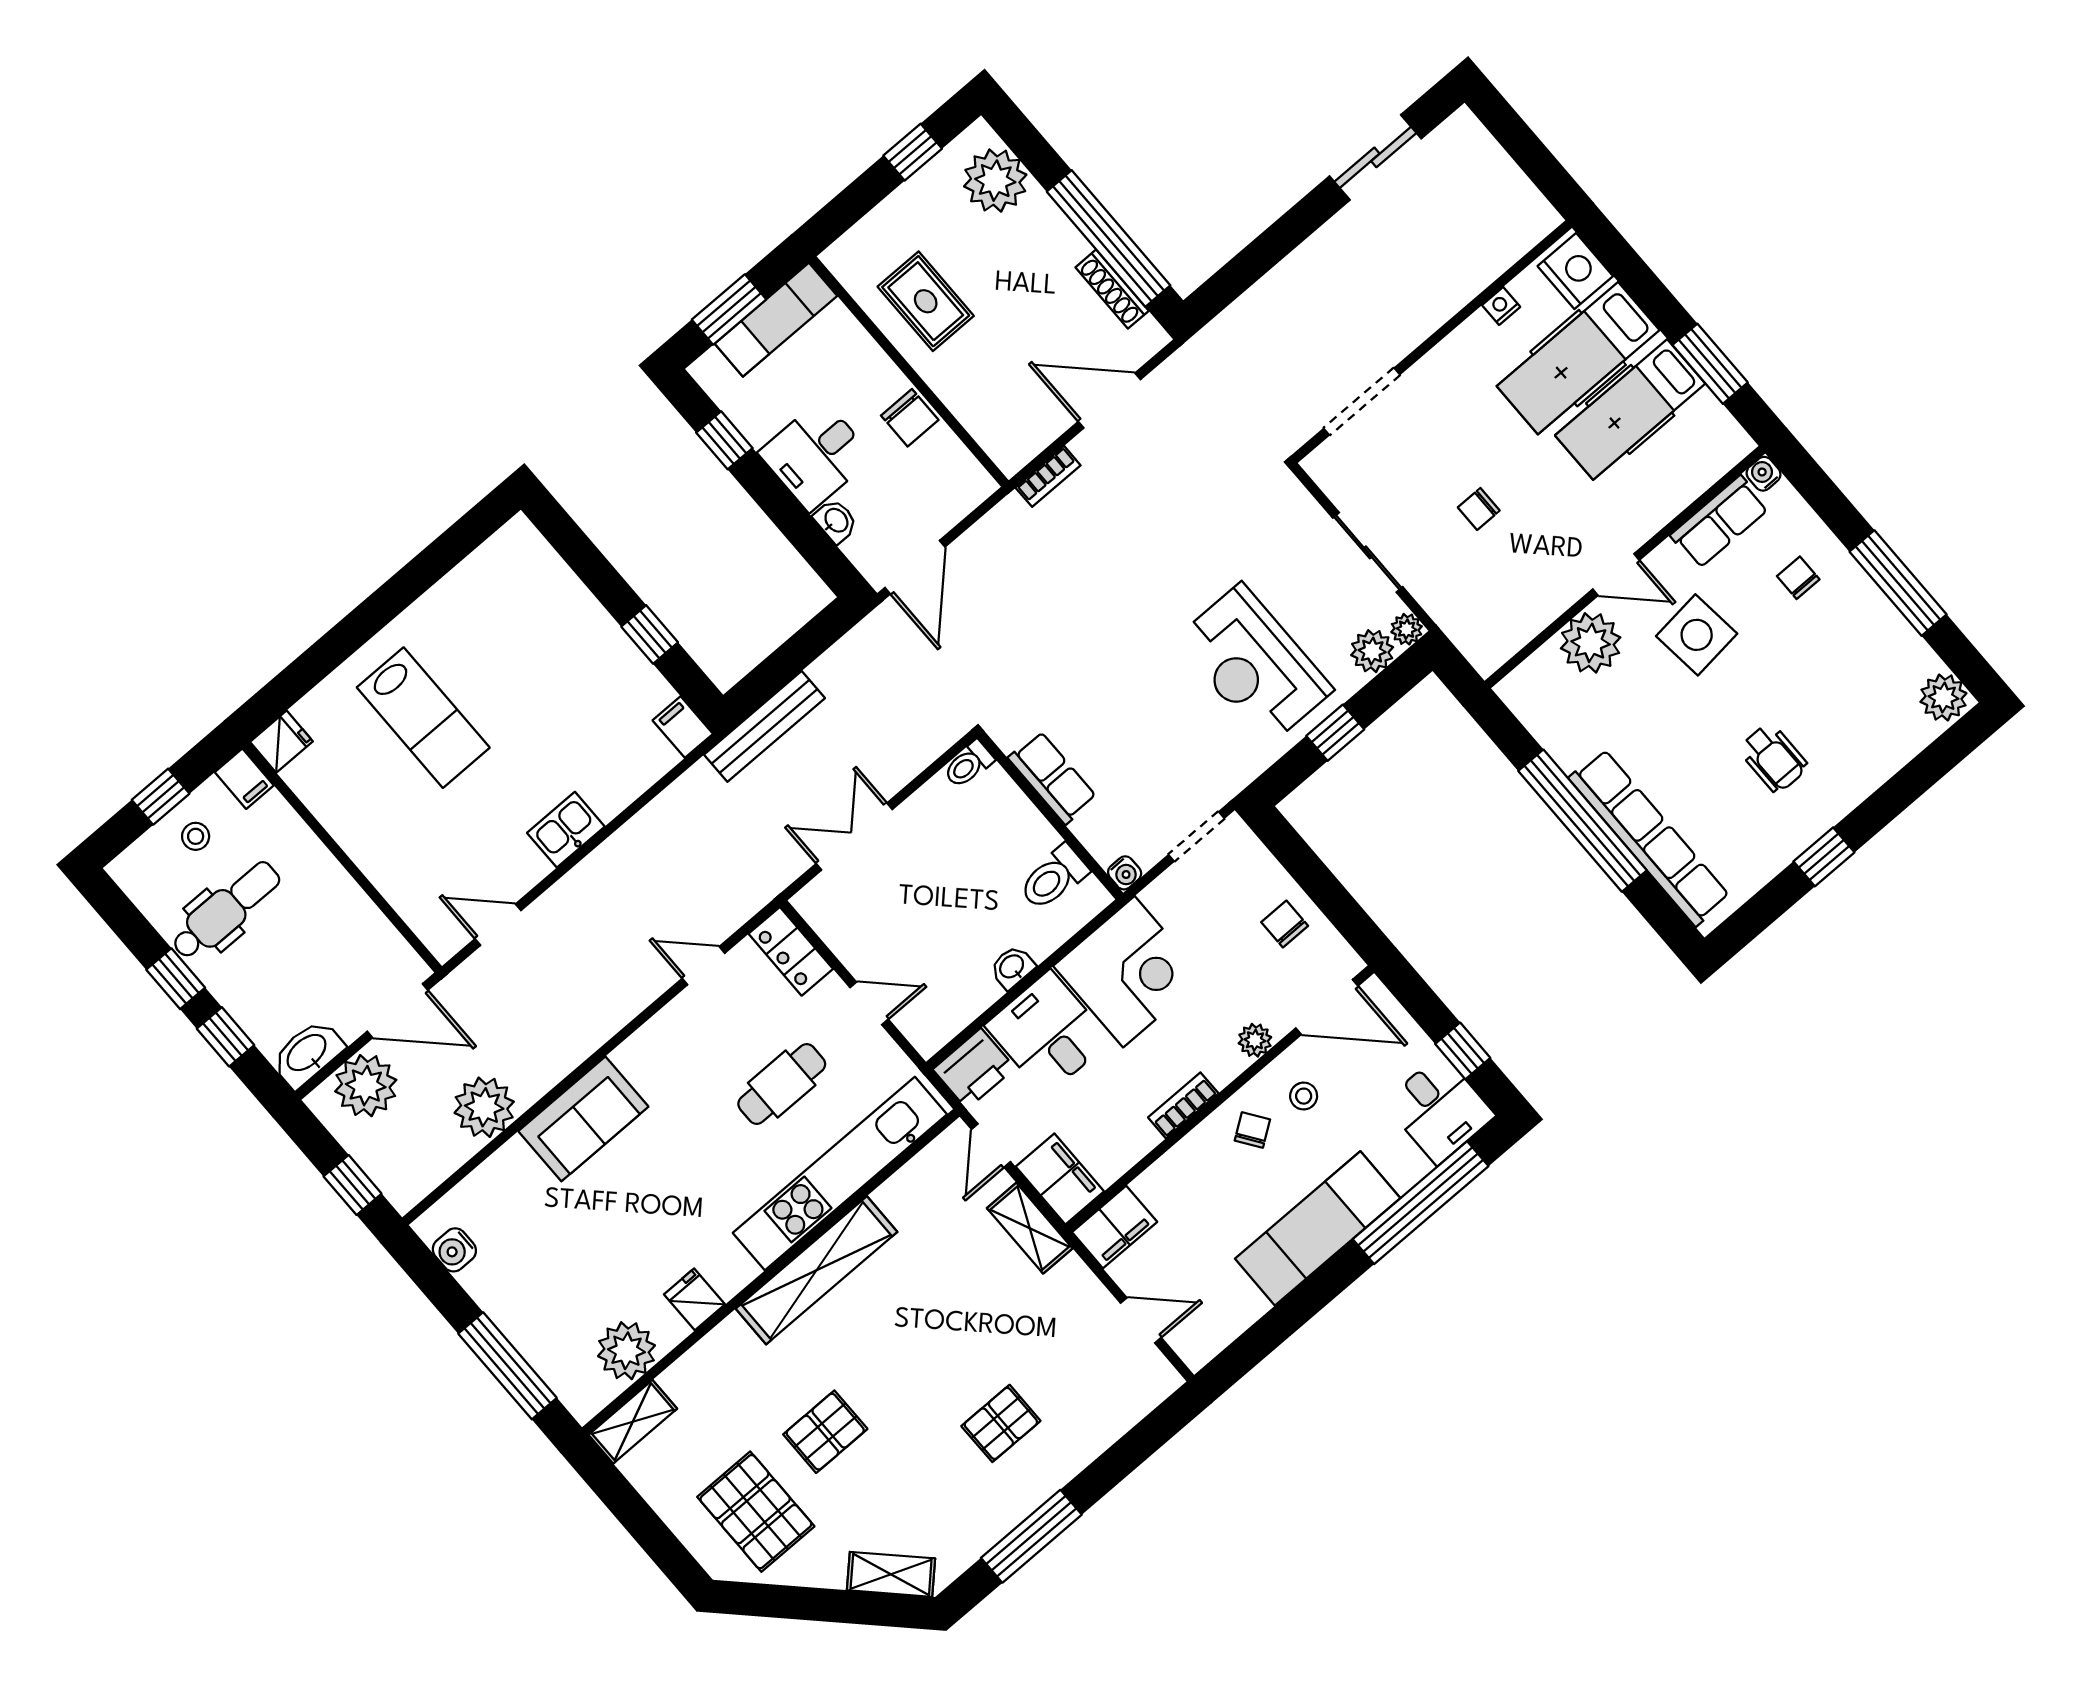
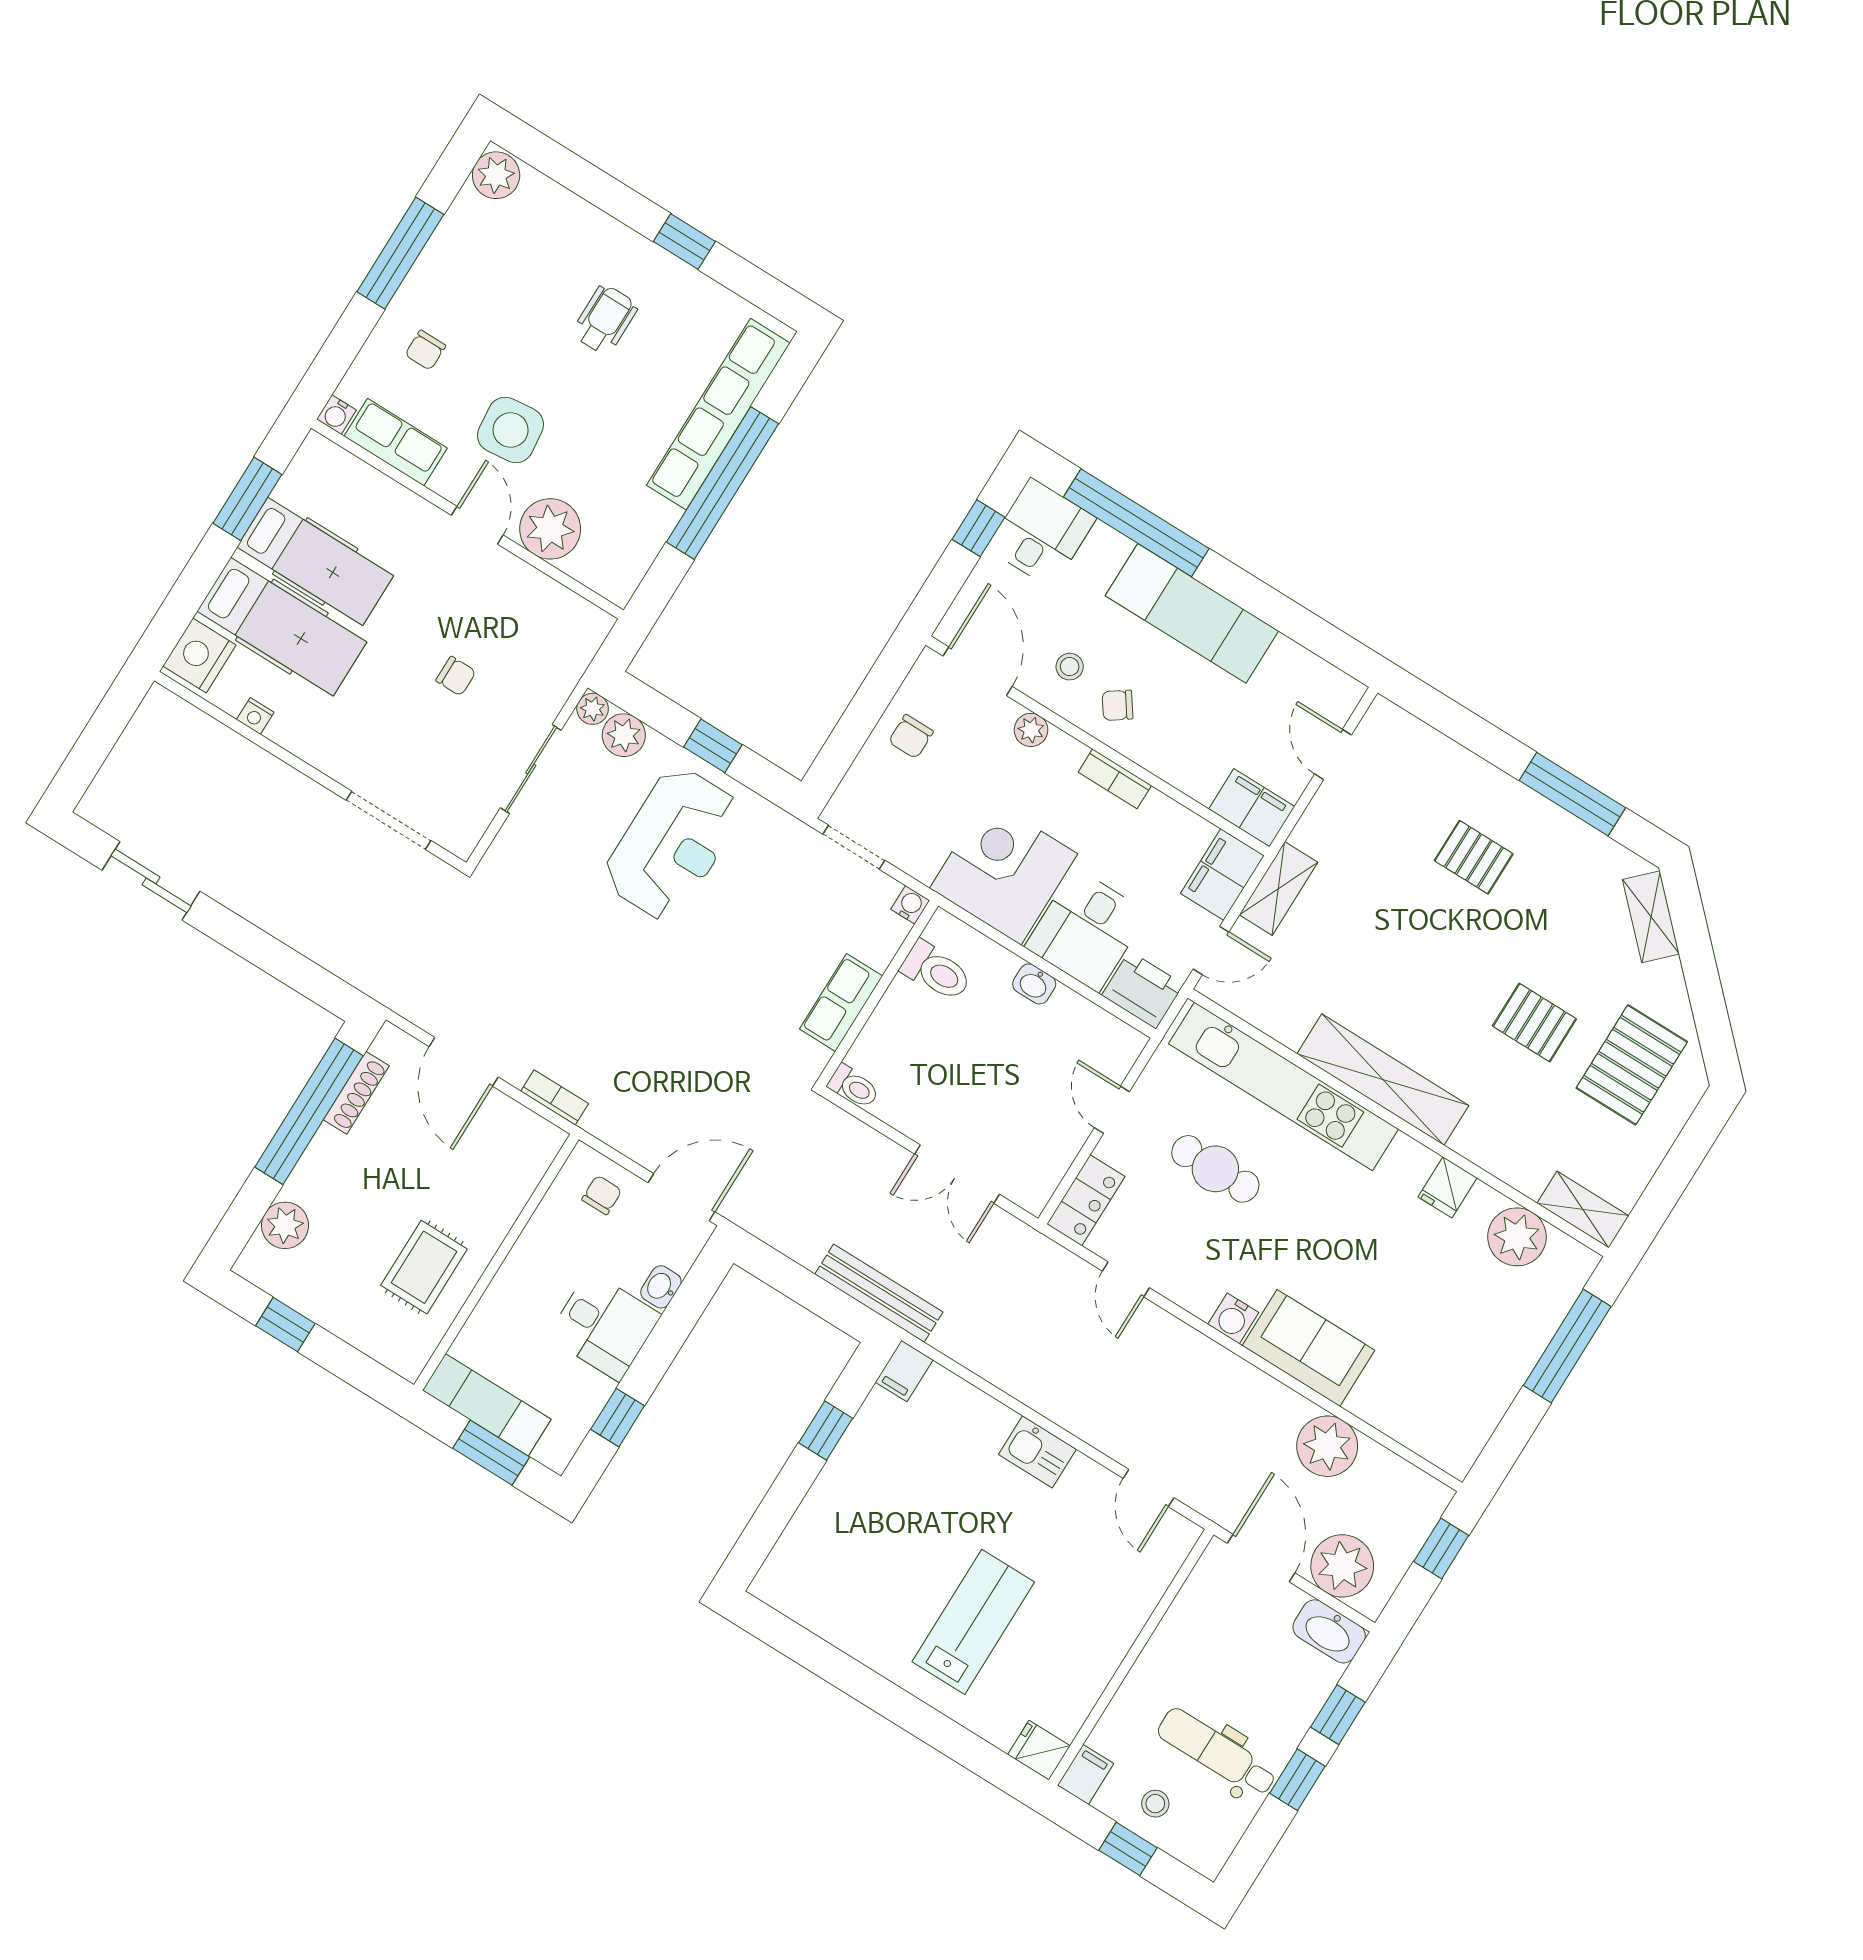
plant: (995, 181) -> (285, 1225), width x0.73, depth x0.73
chair: (910, 418) -> (602, 1195), moved, width x0.73, depth x0.73
water cooler: (454, 1250) -> (1233, 1318), moved, turned 90

